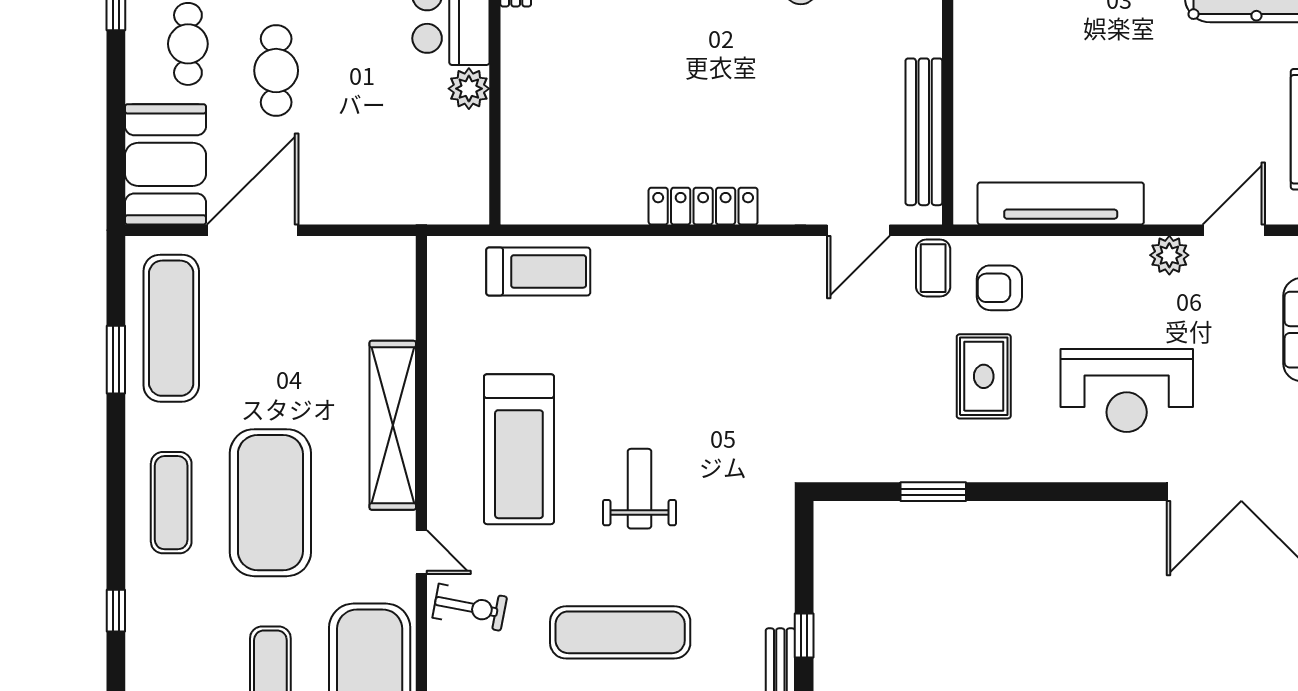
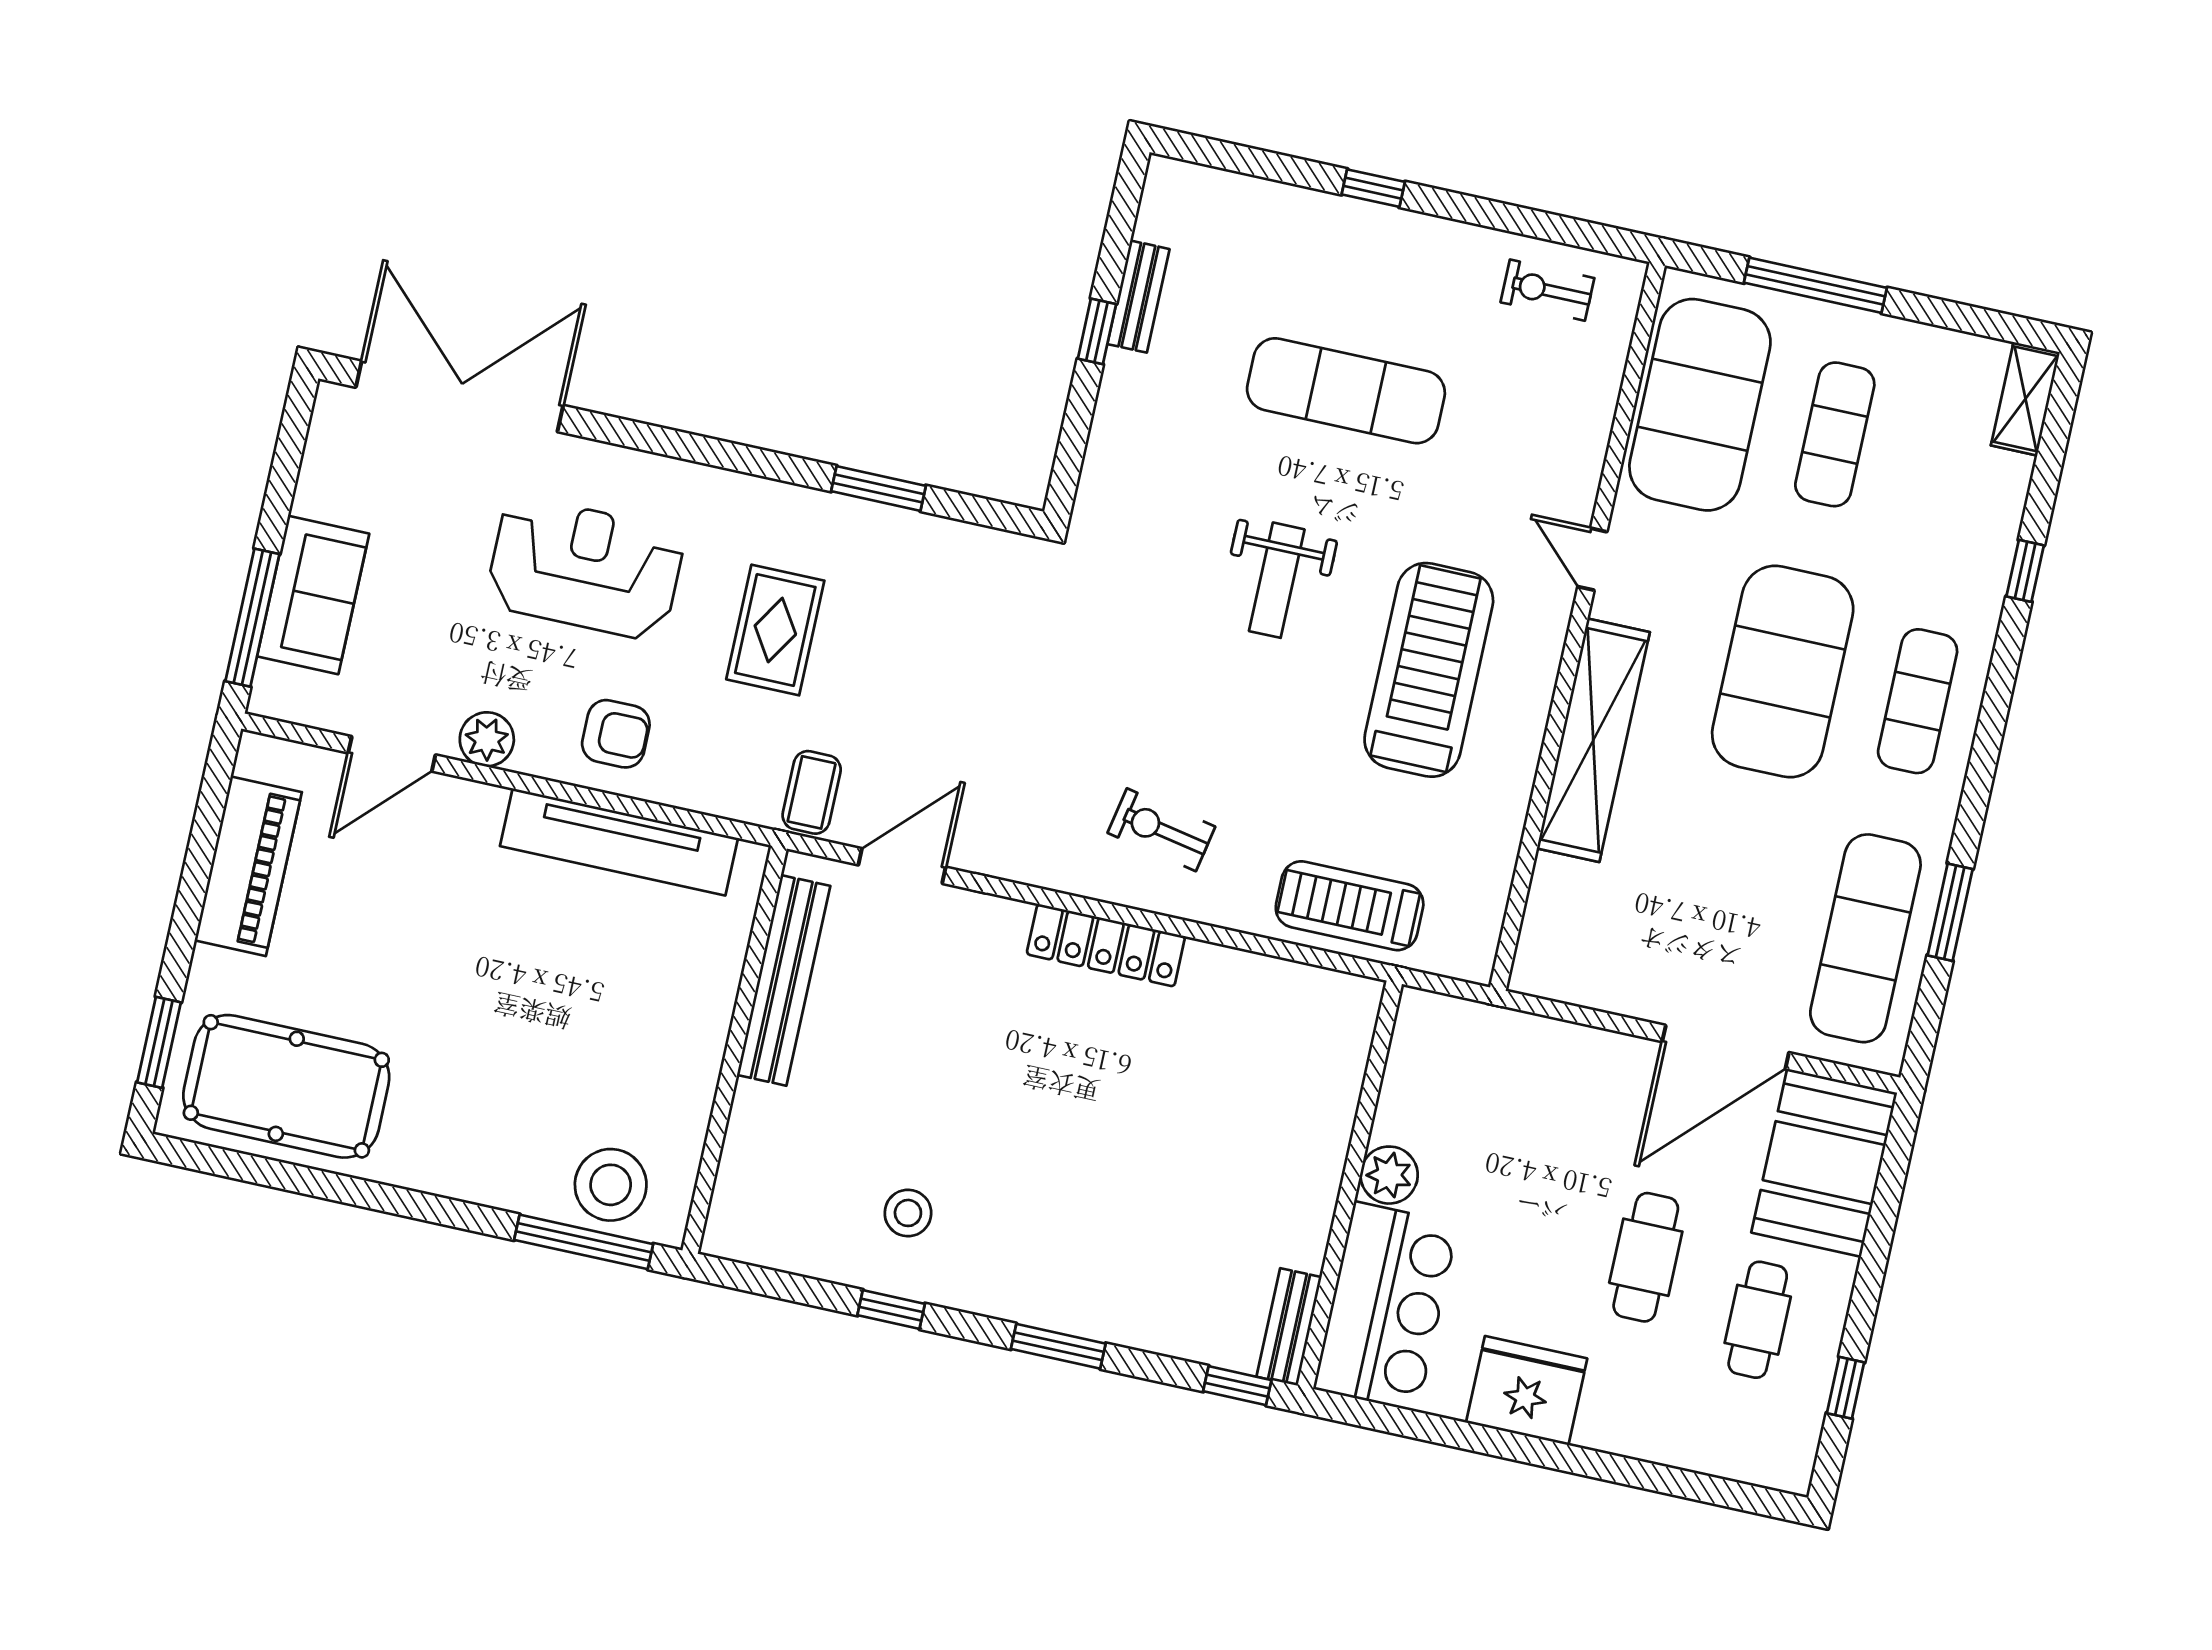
armchair: (999, 288) -> (616, 734), moved
exercise bike: (470, 607) -> (1161, 830), moved

